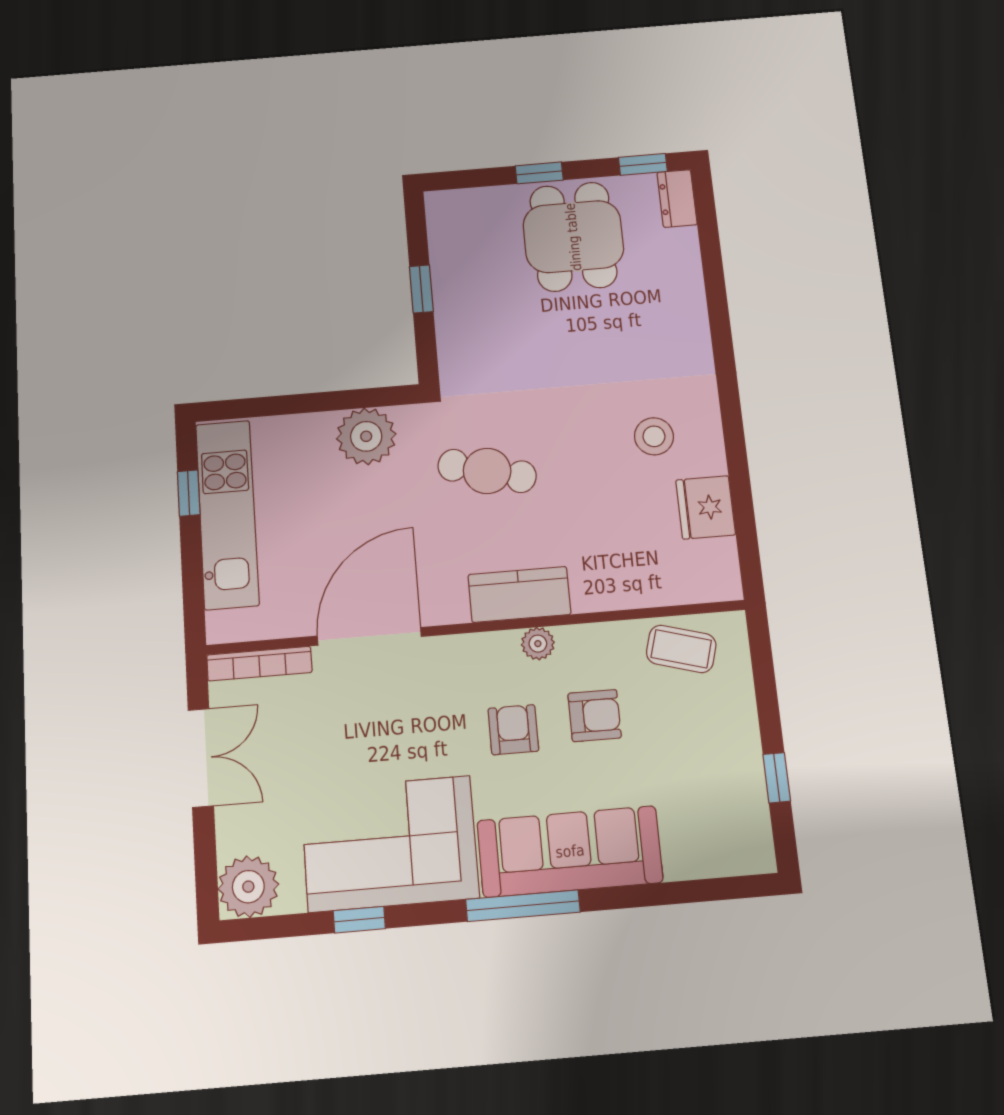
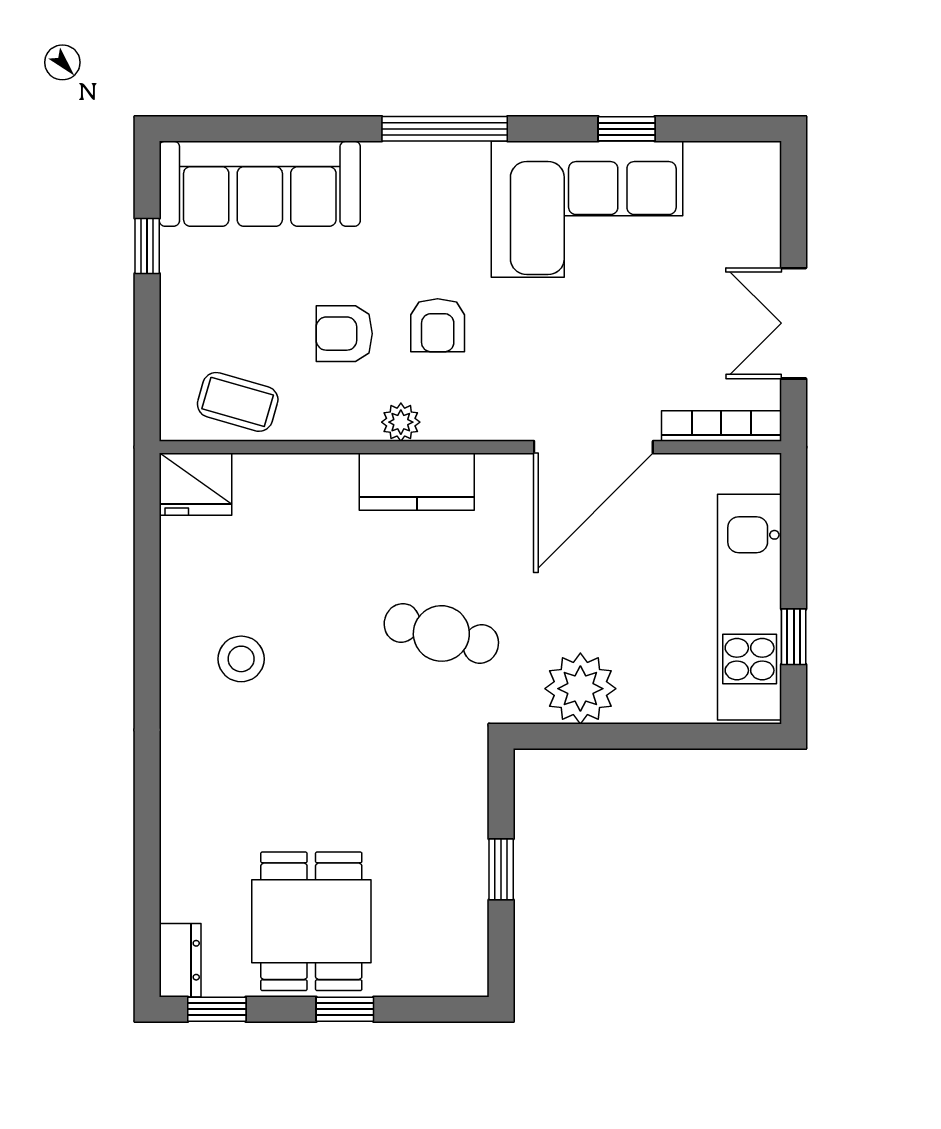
fridge: (706, 507) -> (195, 484), moved, turned 90
sofa: (570, 851) -> (260, 184), moved
plant: (248, 887) -> (747, 175), removed

